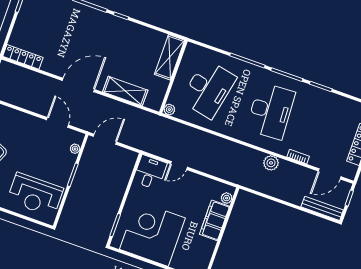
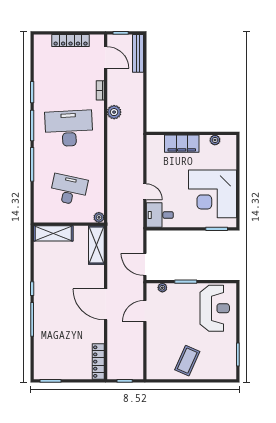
desk: (208, 89) -> (69, 190), width x0.73, depth x0.77
shelving: (125, 91) -> (96, 245), moved
plant: (227, 198) -> (215, 140), moved

